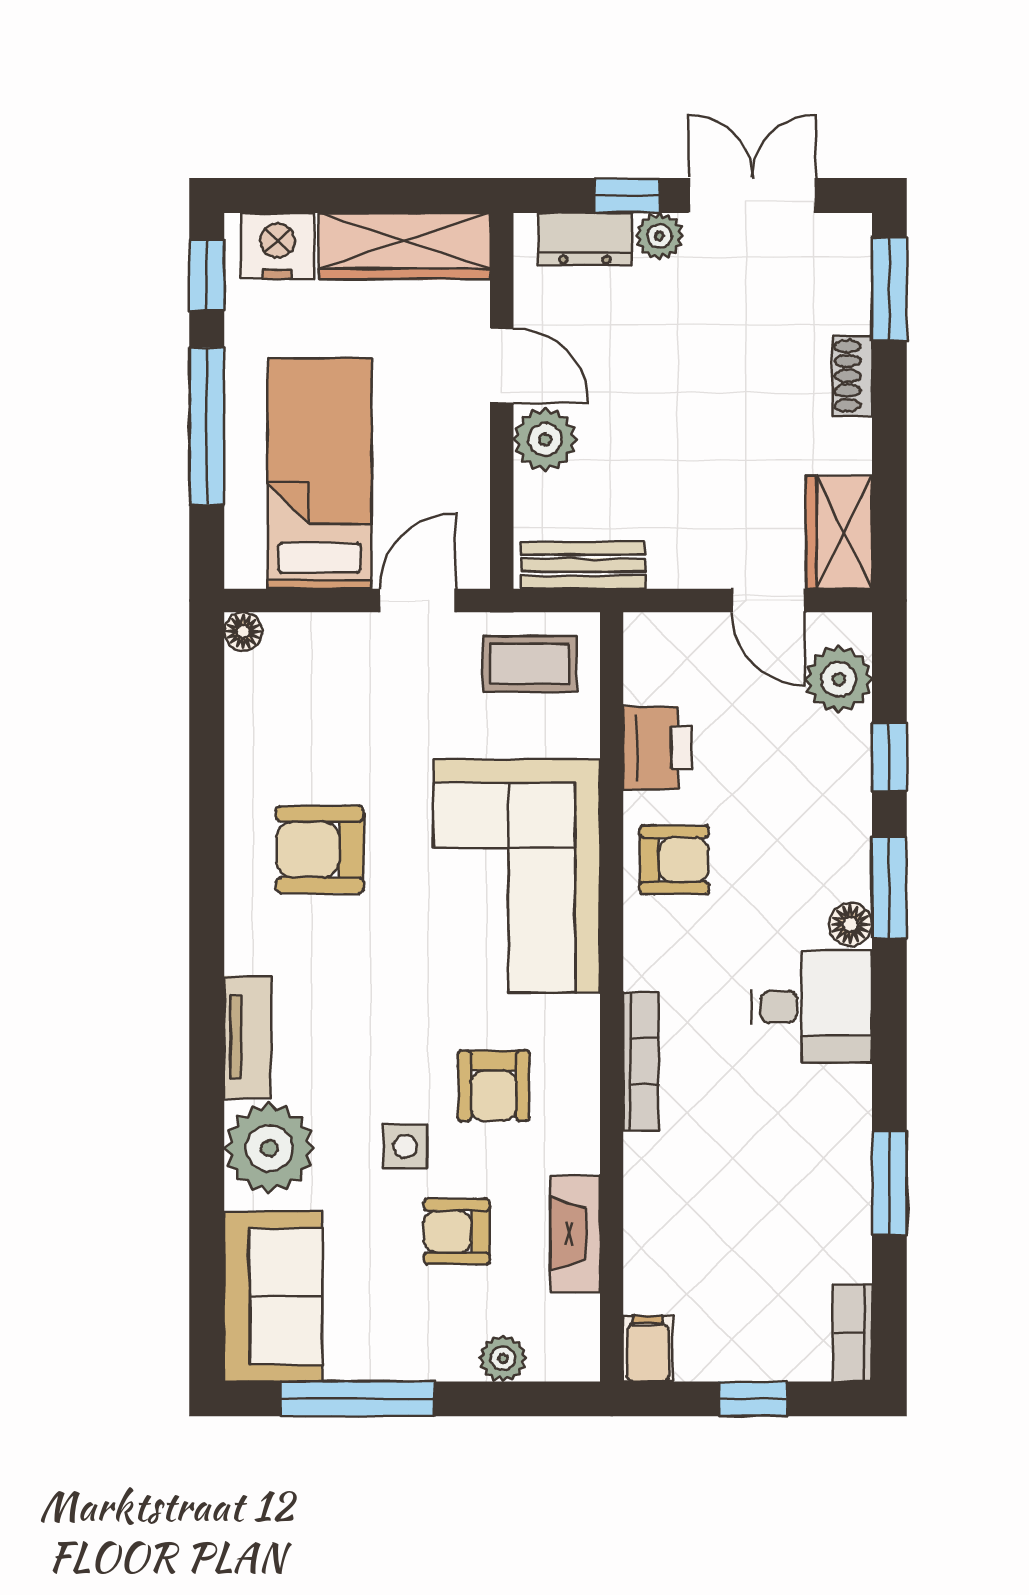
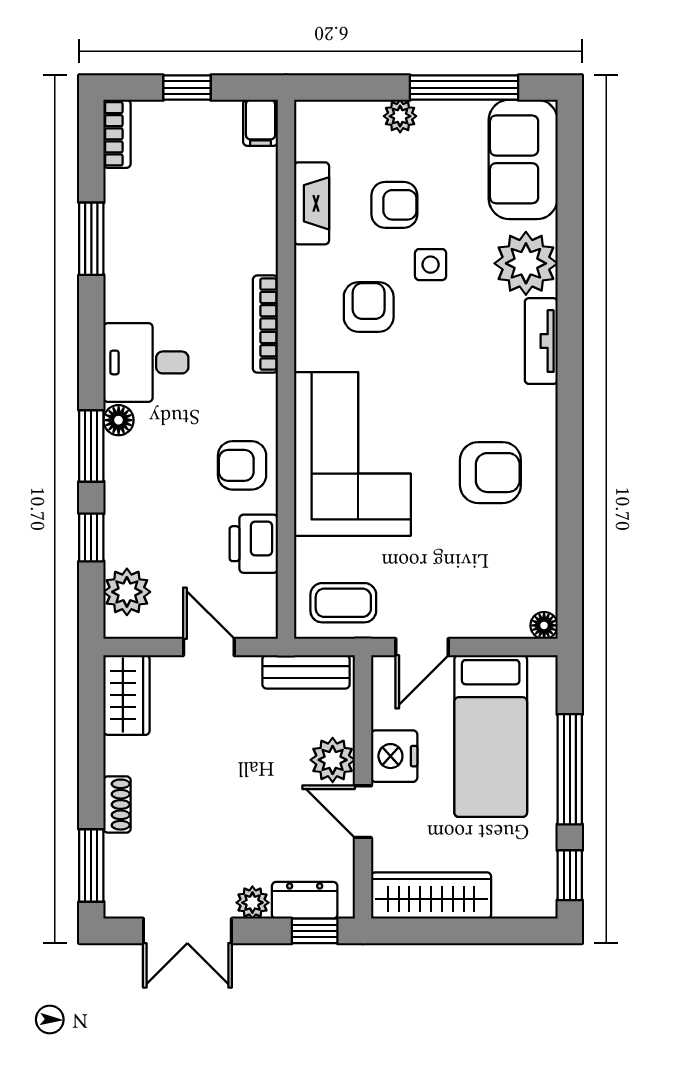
window: (627, 196) -> (315, 931), moved
nightstand: (277, 246) -> (394, 756), moved, turned 90
door: (768, 600) -> (209, 647), moved
plant: (503, 1358) -> (400, 116), moved

